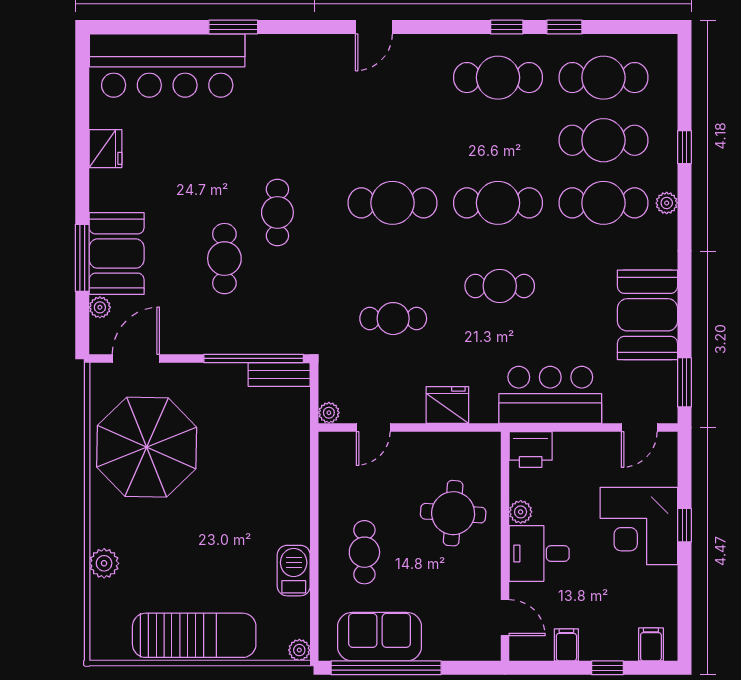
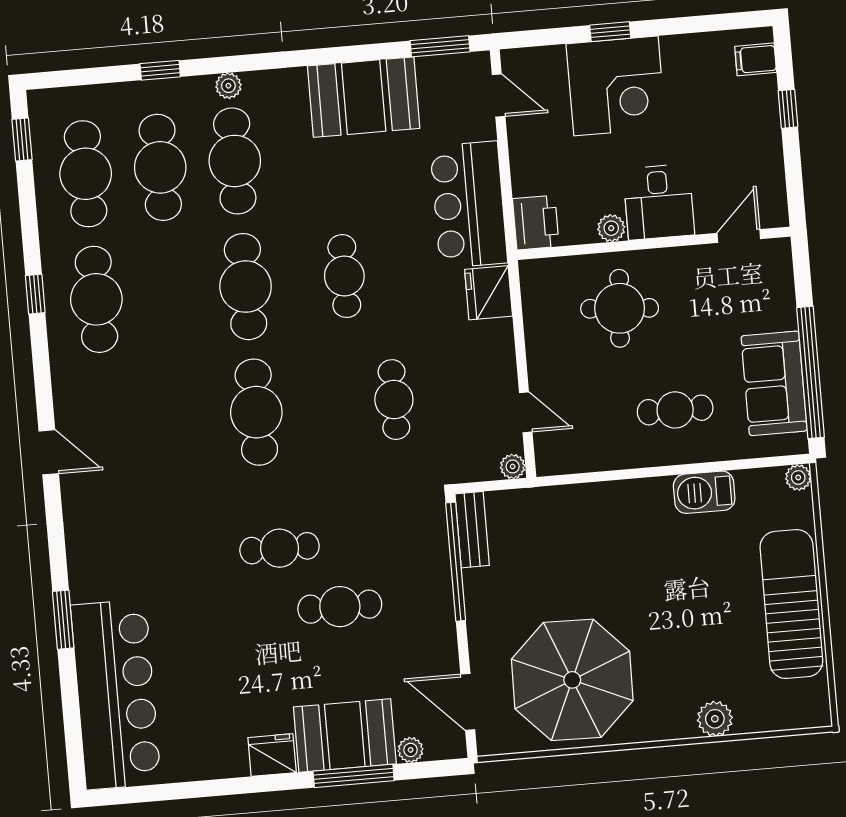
window: (564, 27) -> (22, 139), moved
fridge: (106, 149) -> (272, 755), moved
fridge: (447, 405) -> (489, 293), moved
filing cabinet: (566, 645) -> (765, 160), removed

